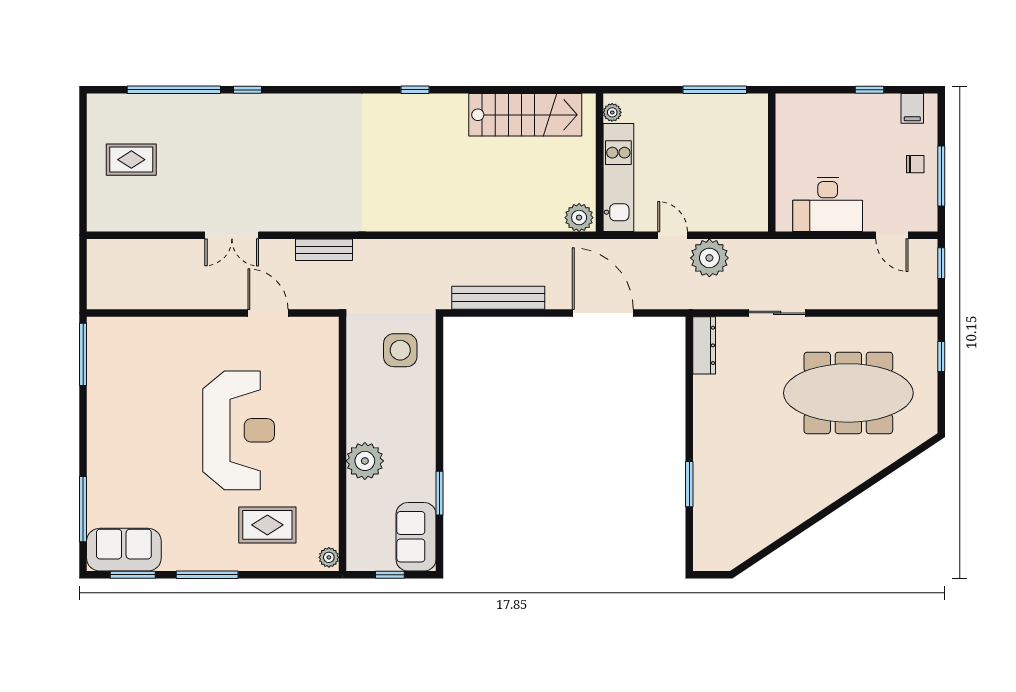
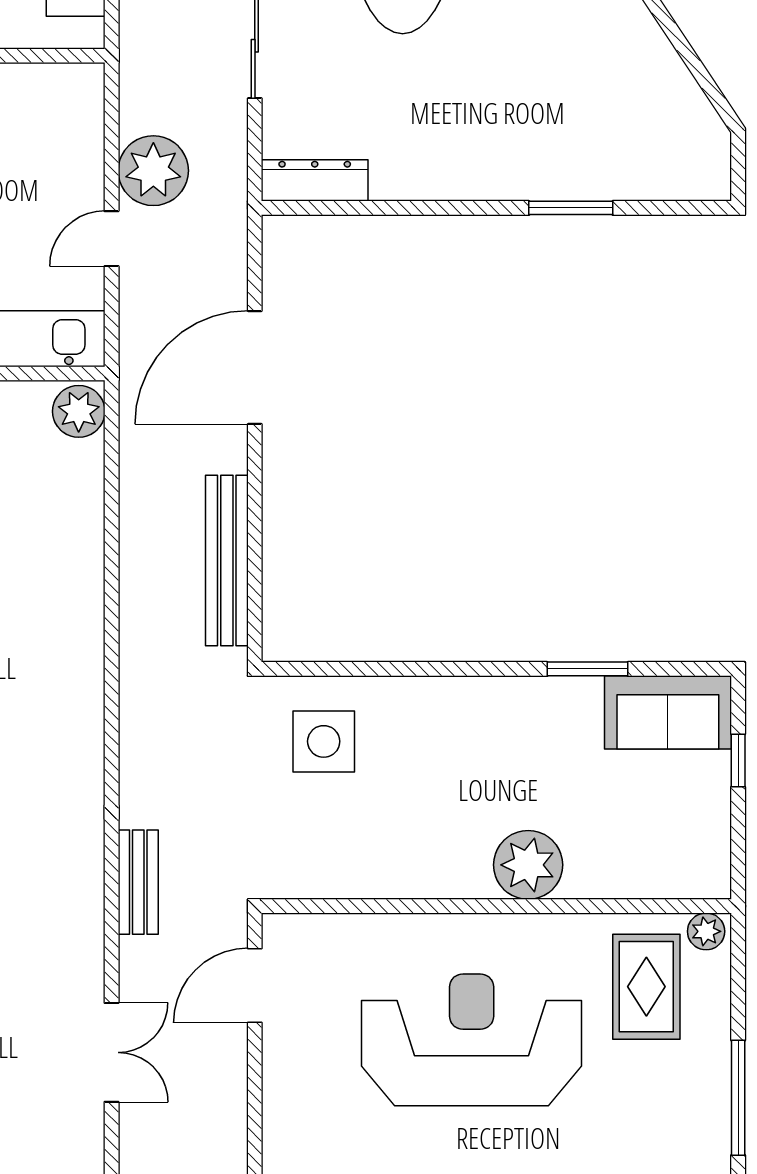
wall: (343, 444) -> (496, 906), moved
plant: (365, 461) -> (528, 865), moved
plant: (329, 557) -> (706, 931), moved

